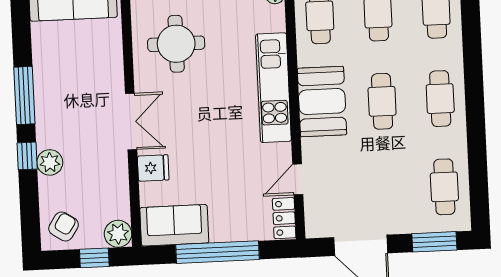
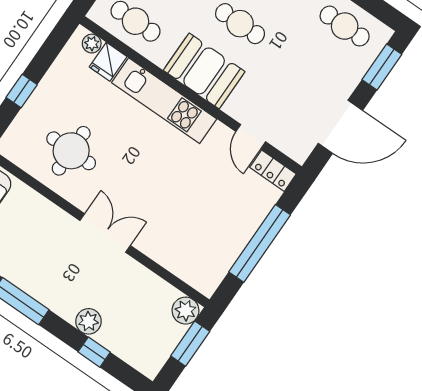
window: (27, 156) -> (94, 352), moved
fridge: (153, 168) -> (108, 62), moved, turned 180
sofa: (174, 225) -> (213, 261), removed
armchair: (64, 226) -> (147, 349), removed
window: (94, 258) -> (190, 344), width x1.50

